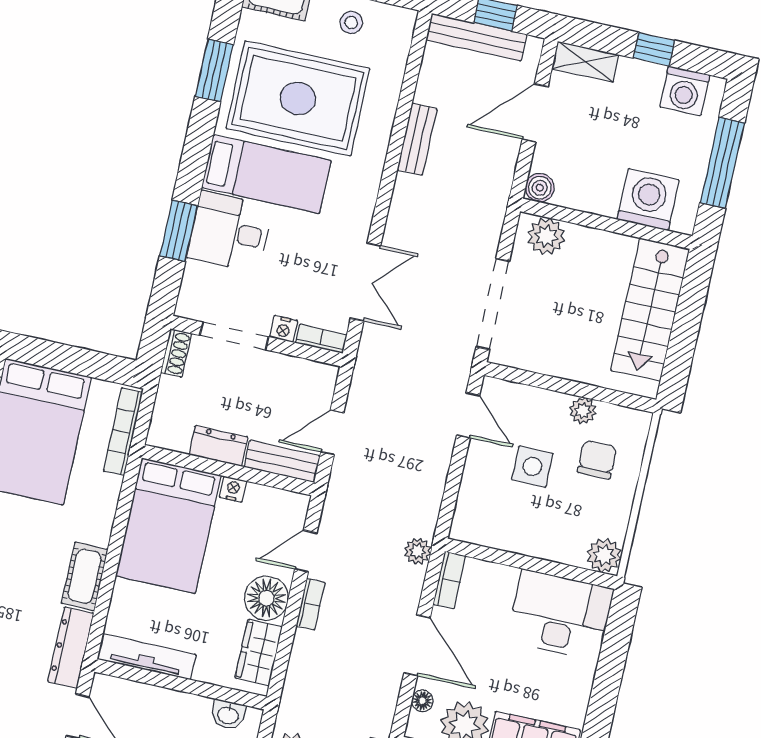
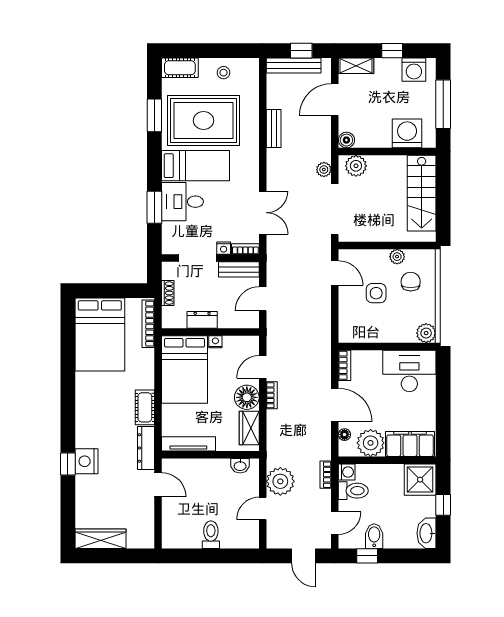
shoe rack: (176, 353) -> (168, 293), moved
bench: (282, 461) -> (239, 269), moved
plant: (418, 551) -> (324, 170), moved

